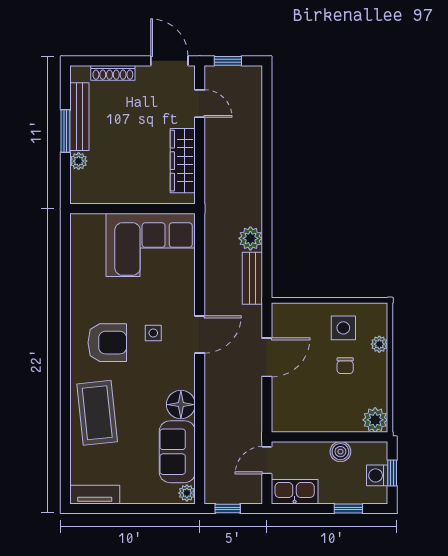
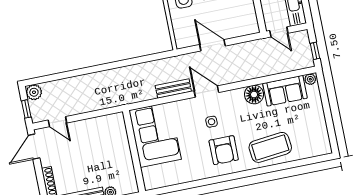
door: (200, 103) -> (57, 122), swing flipped
wardrobe: (183, 161) -> (97, 125), removed
plant: (250, 238) -> (34, 92), moved
bench: (252, 278) -> (173, 89), moved
armchair: (107, 343) -> (224, 150), turned 180
tv unit: (95, 495) -> (323, 138), removed

